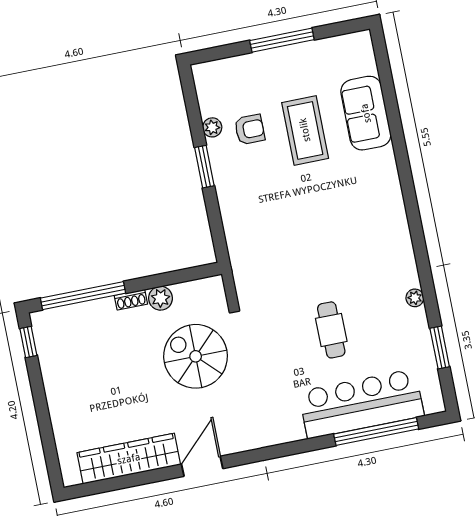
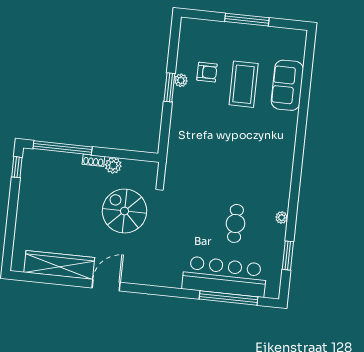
plant: (212, 127) -> (181, 80), moved
cafe table: (331, 330) -> (235, 223), moved

